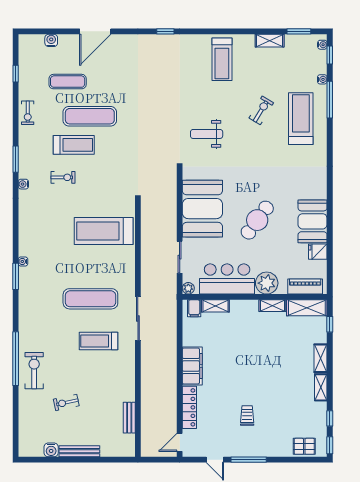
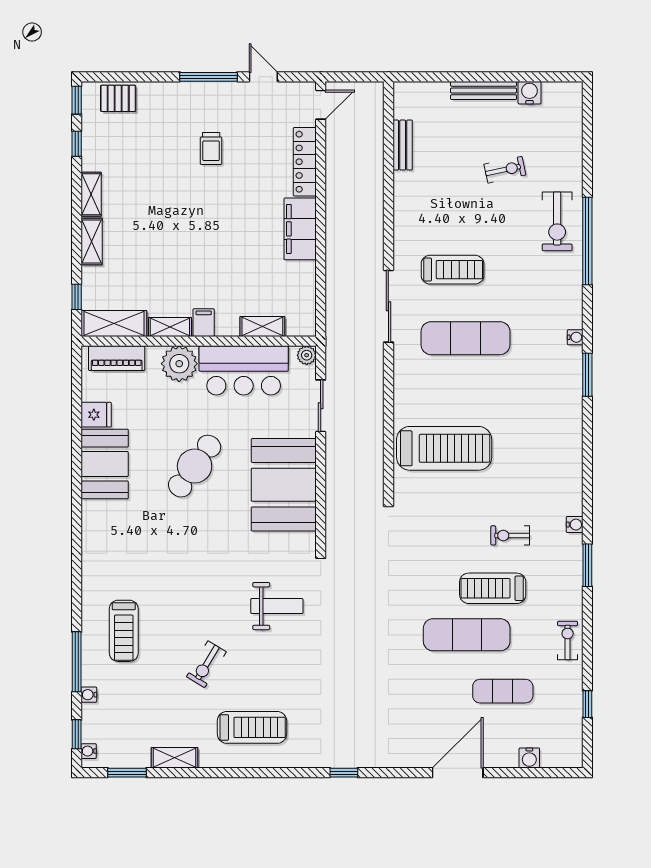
treadmill: (222, 59) -> (252, 727), turned 90
exercise bike: (261, 110) -> (206, 664), moved
treadmill: (301, 119) -> (124, 631), width x0.73, depth x0.73
water cooler: (23, 261) -> (575, 337), moved
filing cabinet: (194, 308) -> (204, 323), moved

